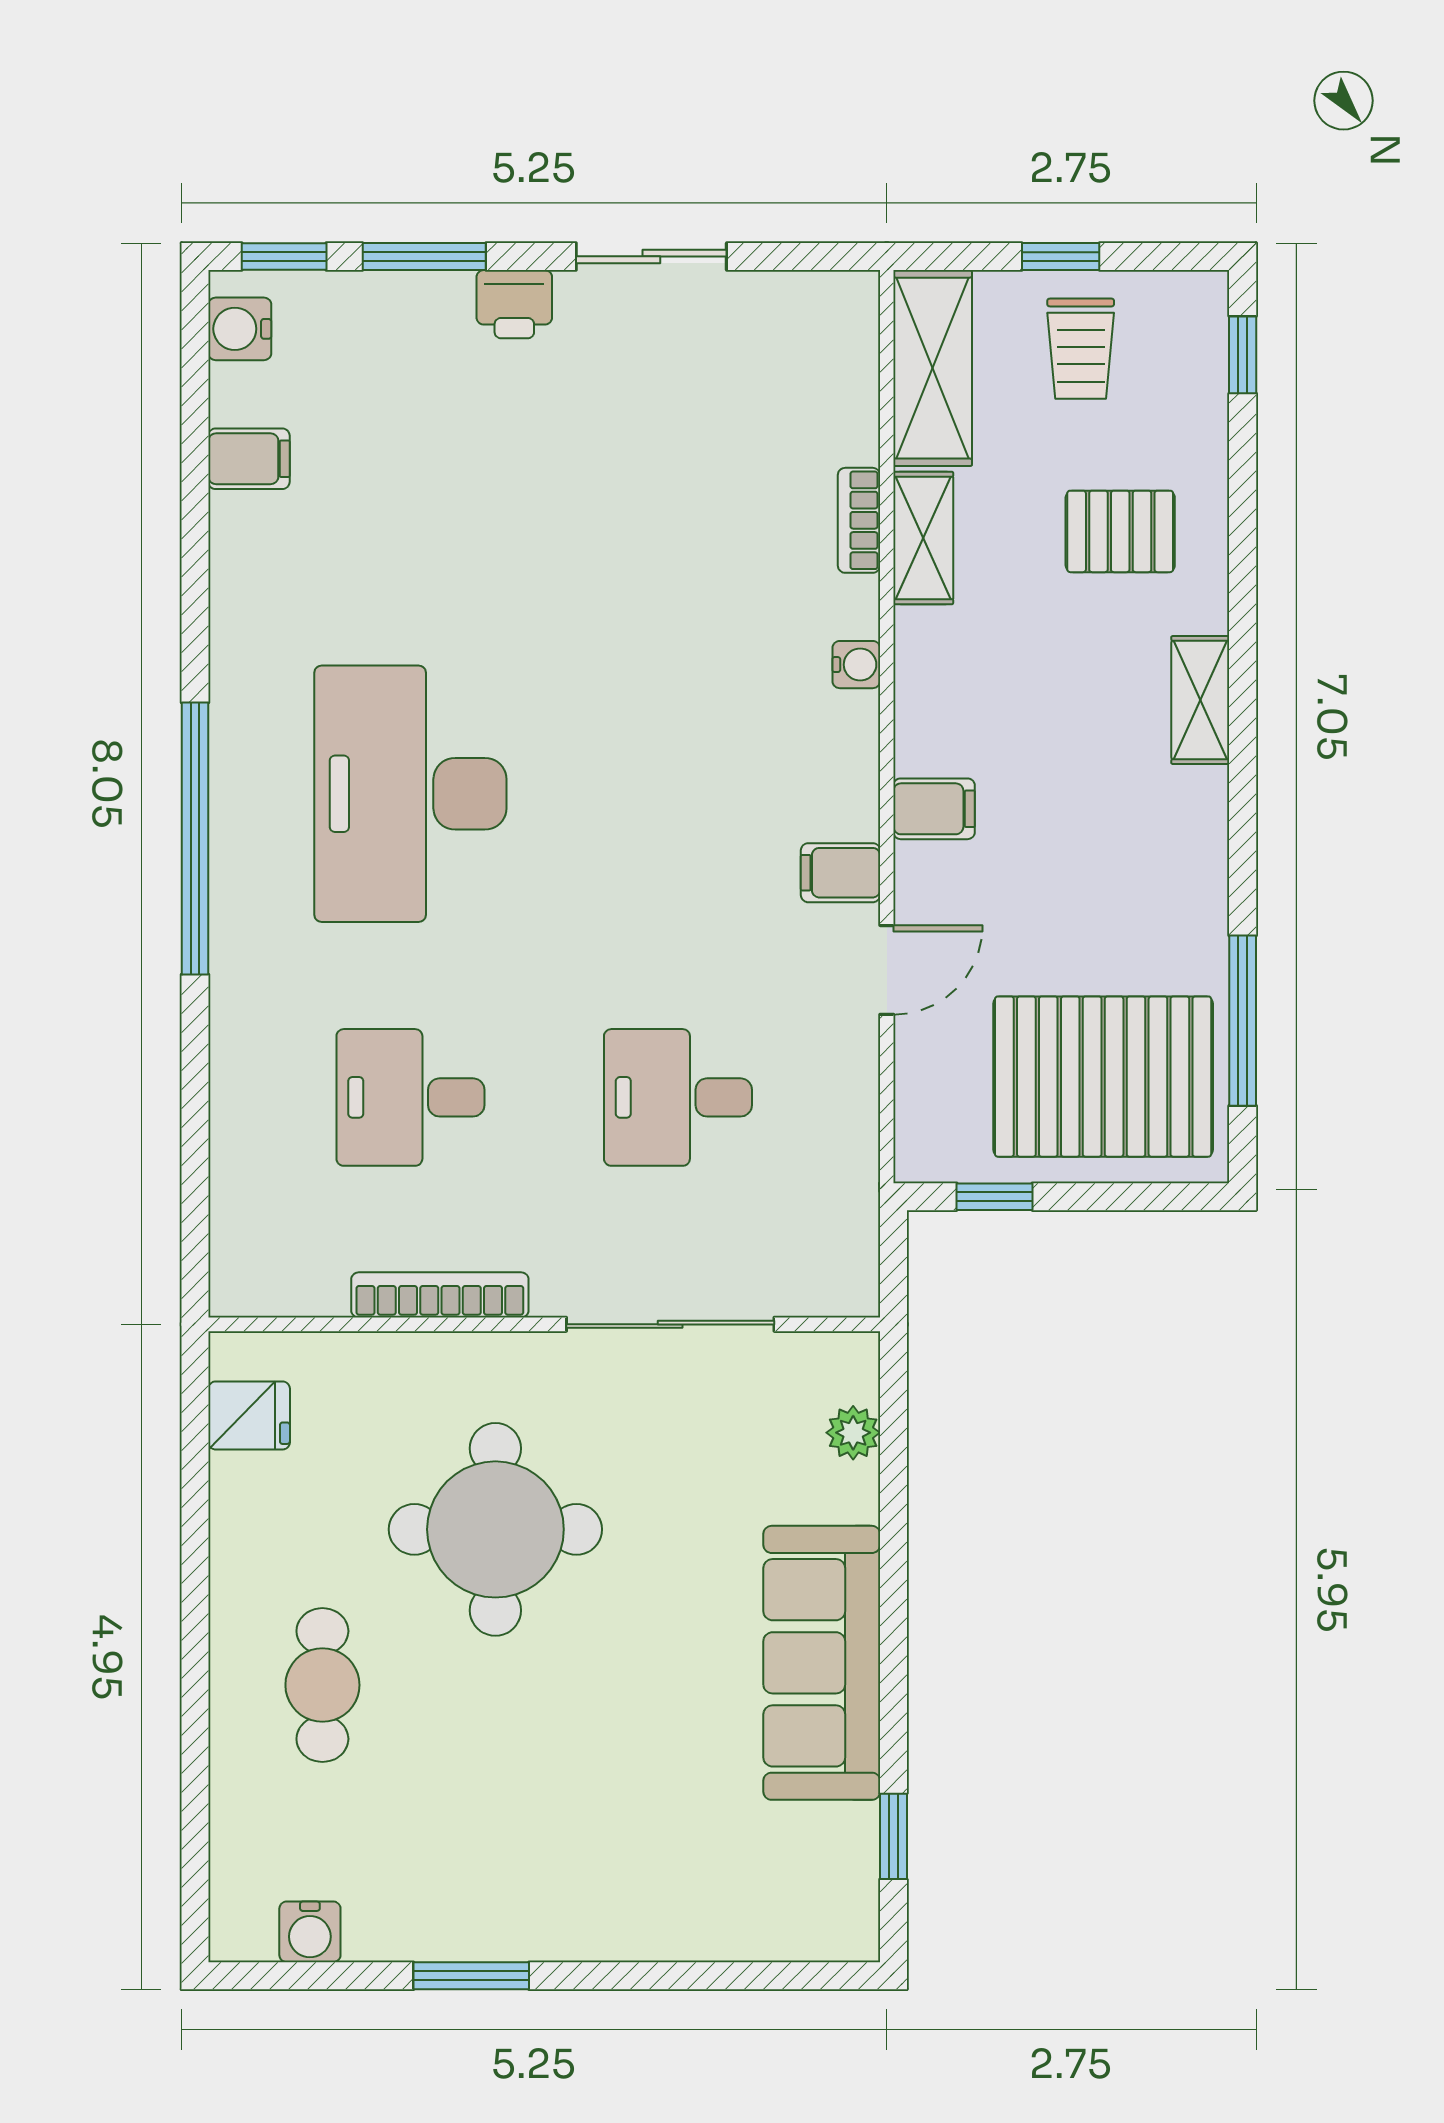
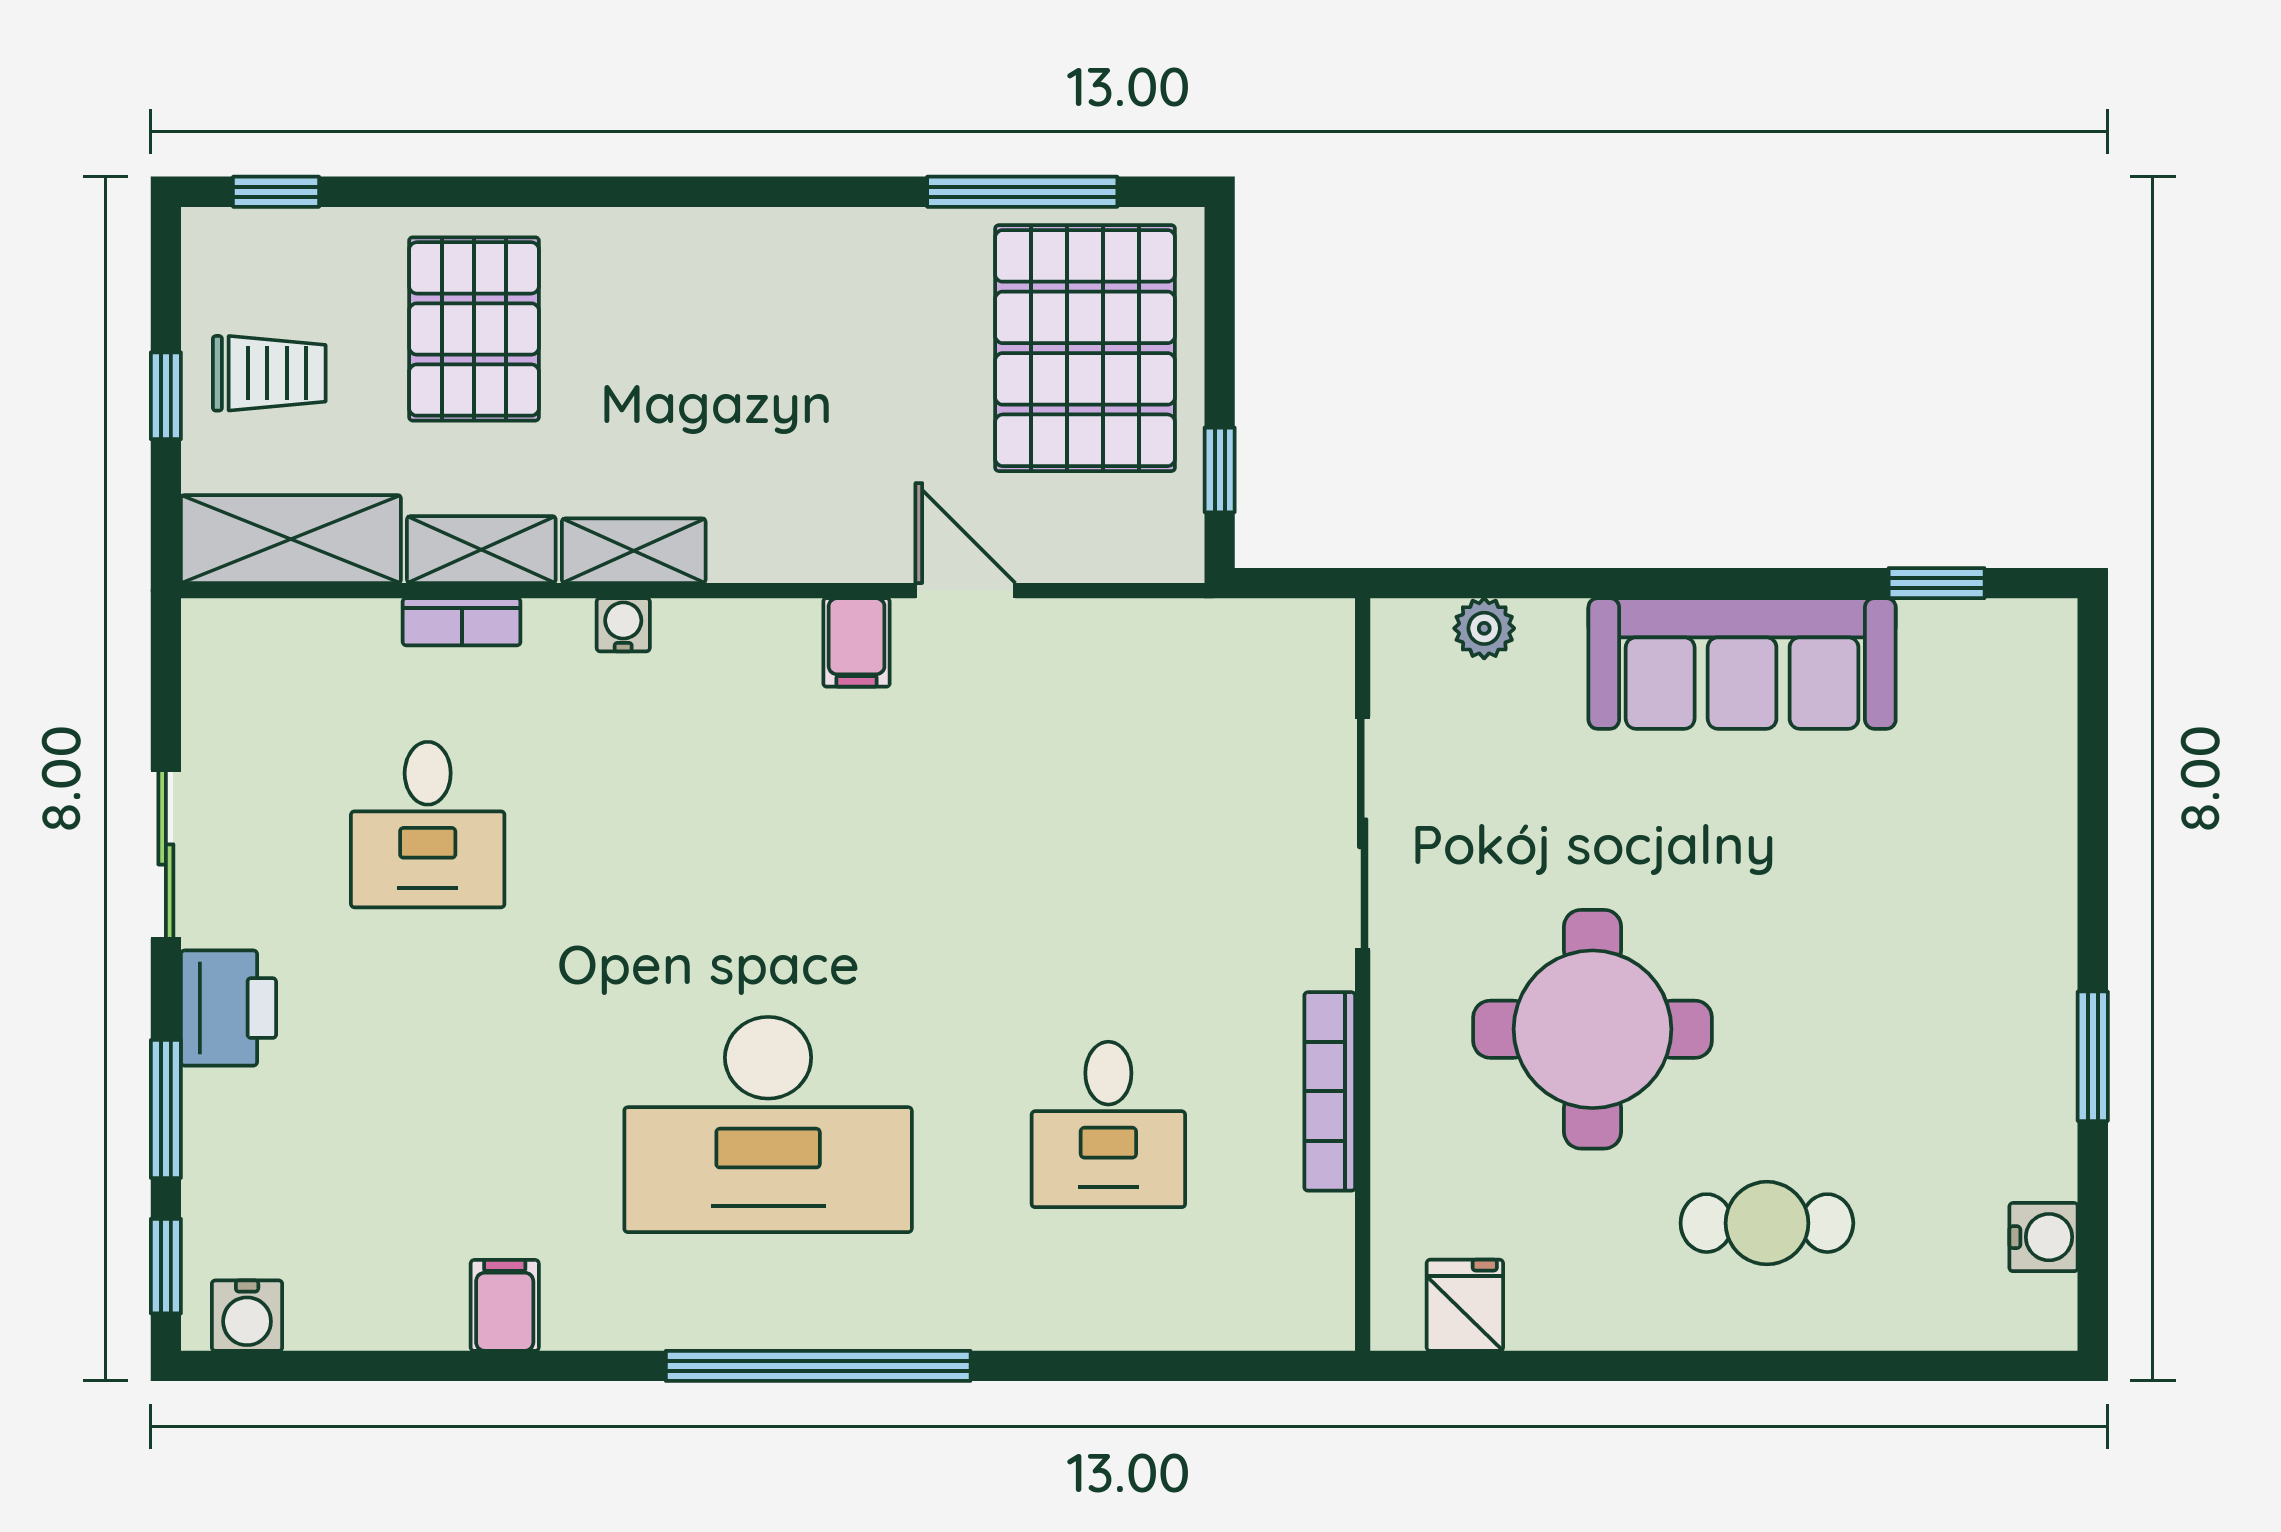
printer: (514, 304) -> (229, 1008), width x1.36, depth x1.24
filing cabinet: (249, 459) -> (505, 1305), moved
pallet: (1120, 531) -> (474, 329), width x1.50, depth x1.42
shelving: (1200, 700) -> (634, 551), moved
filing cabinet: (934, 809) -> (785, 538), removed
desk: (678, 1097) -> (428, 825), moved

